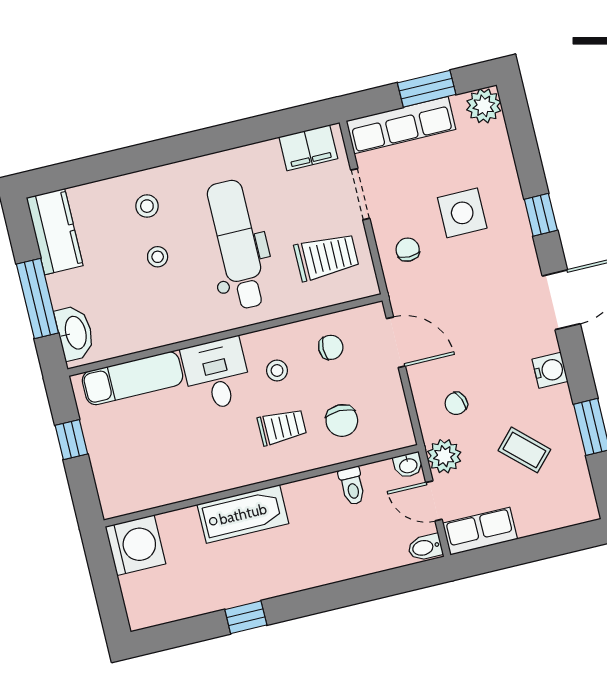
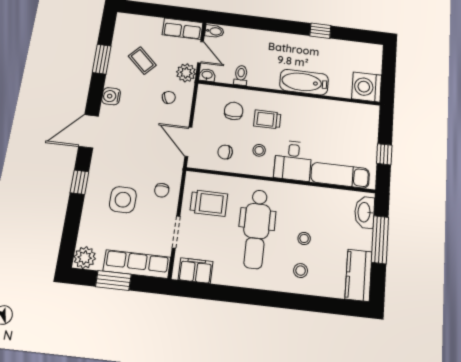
trolley: (326, 257) -> (209, 203), turned 180

